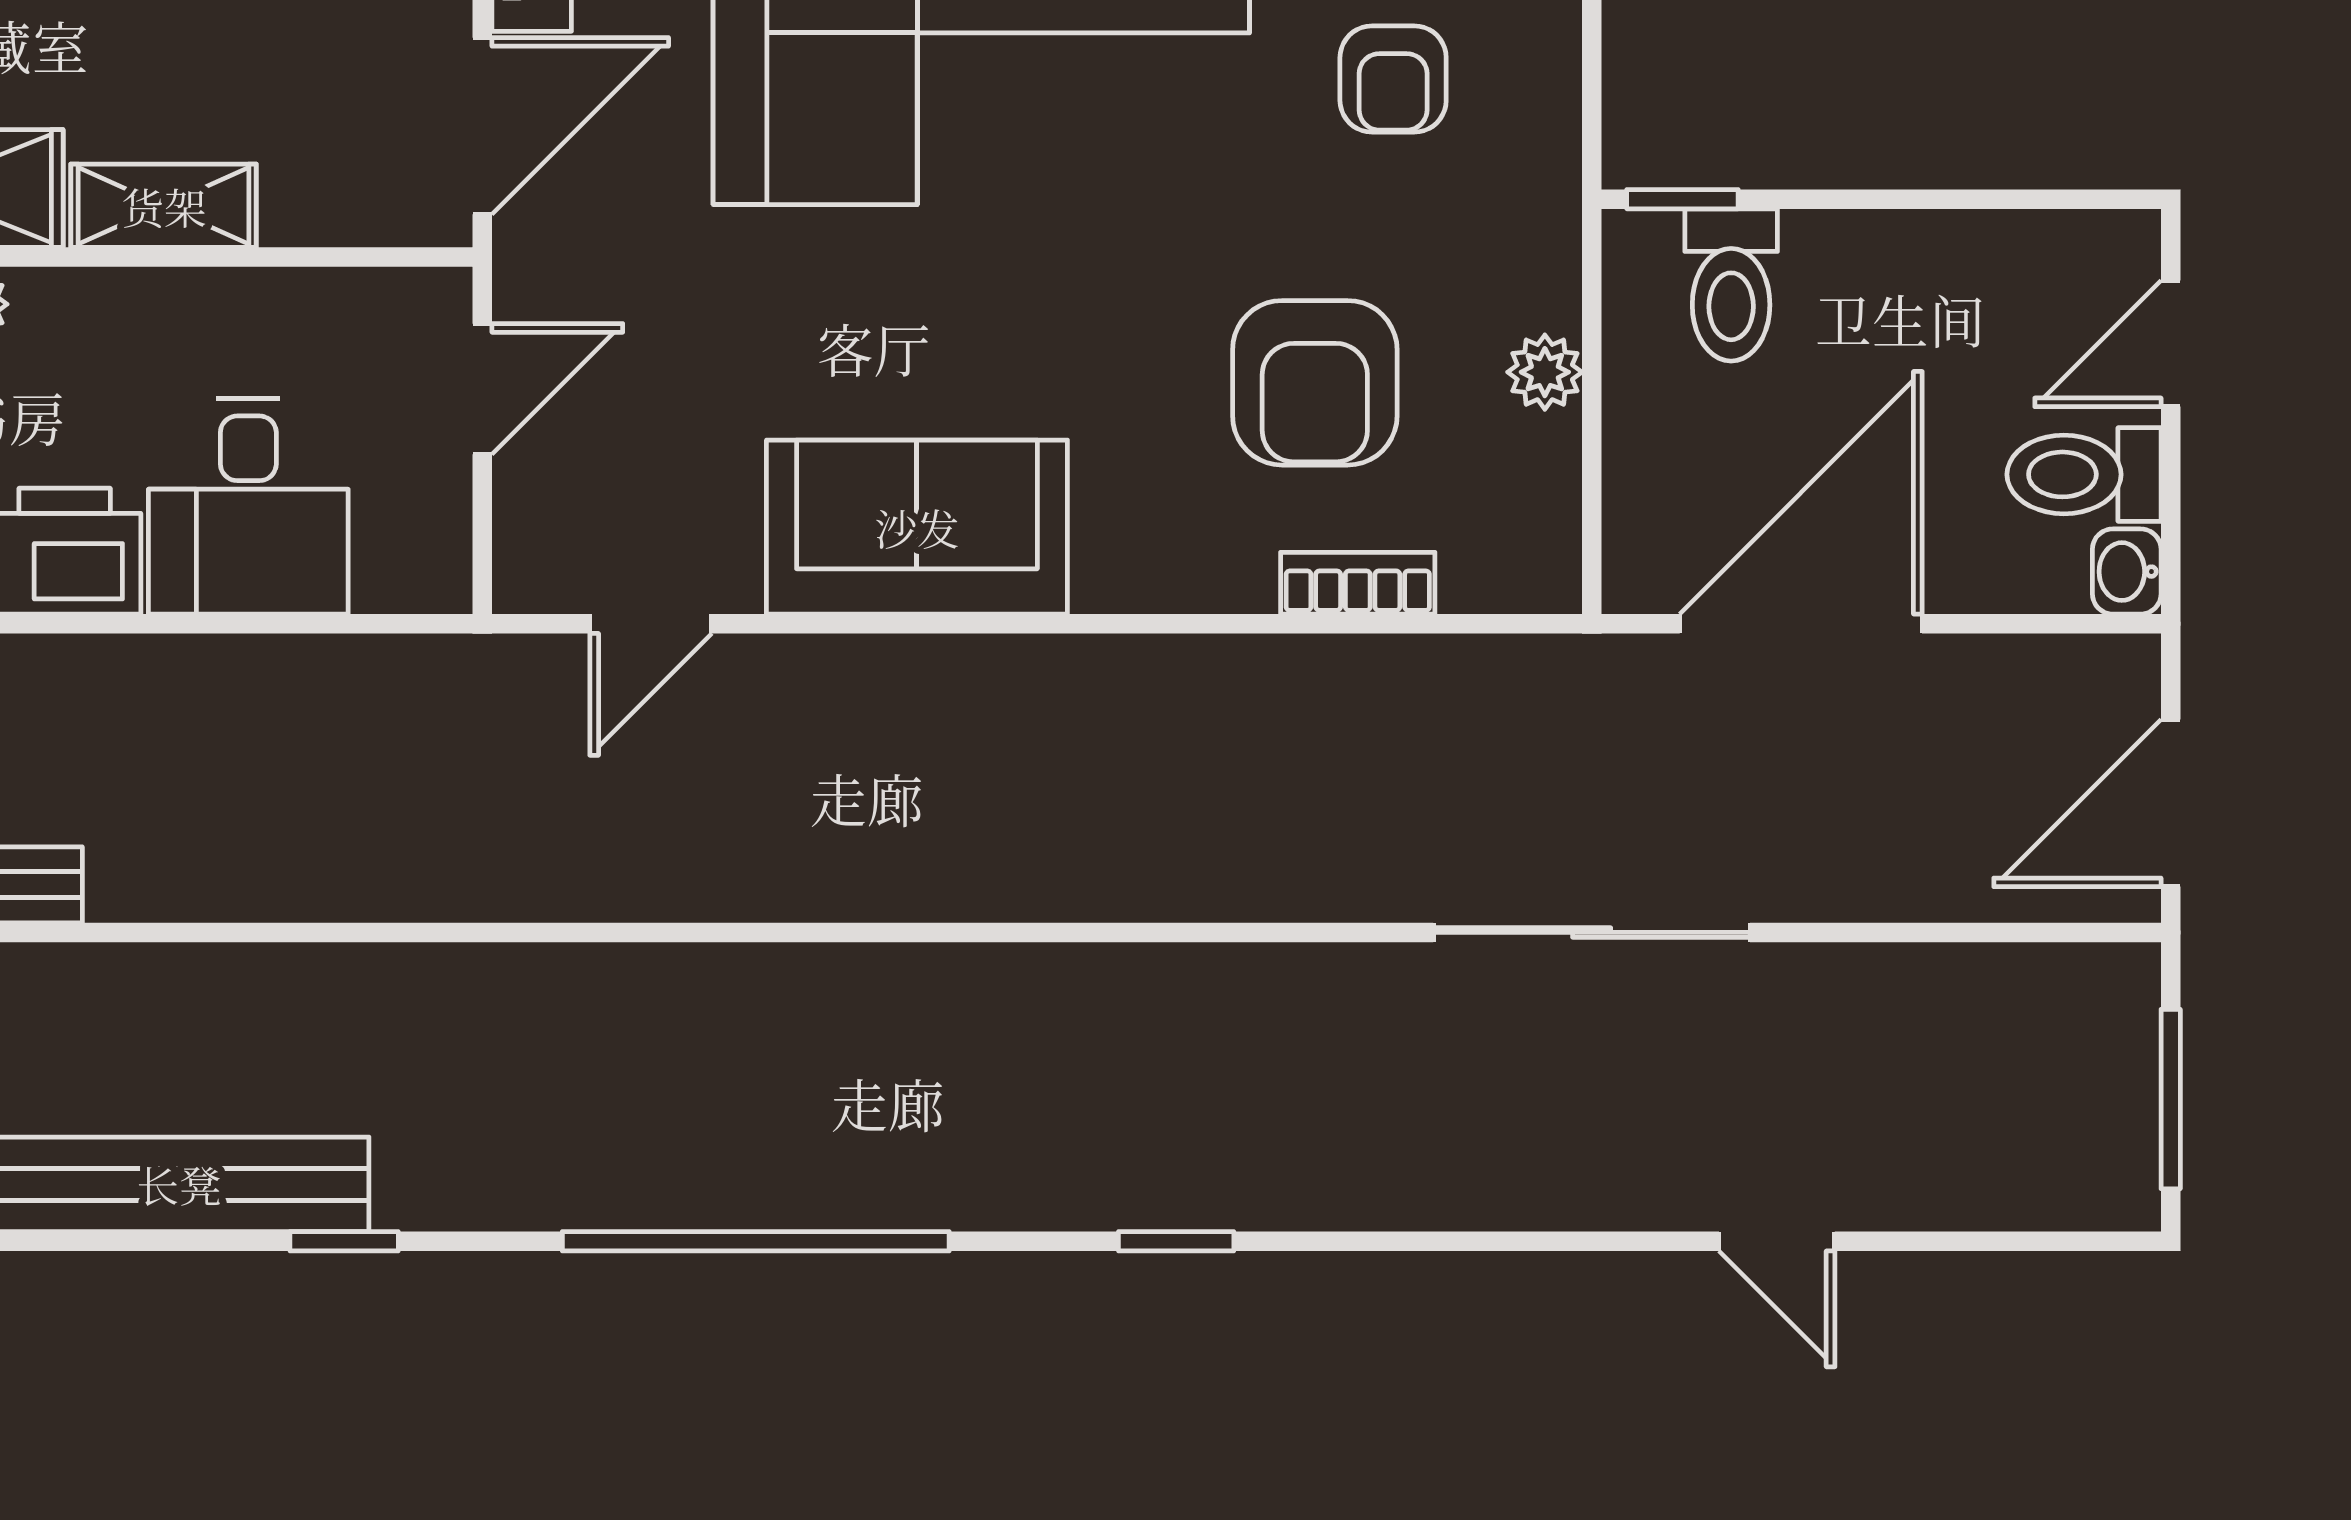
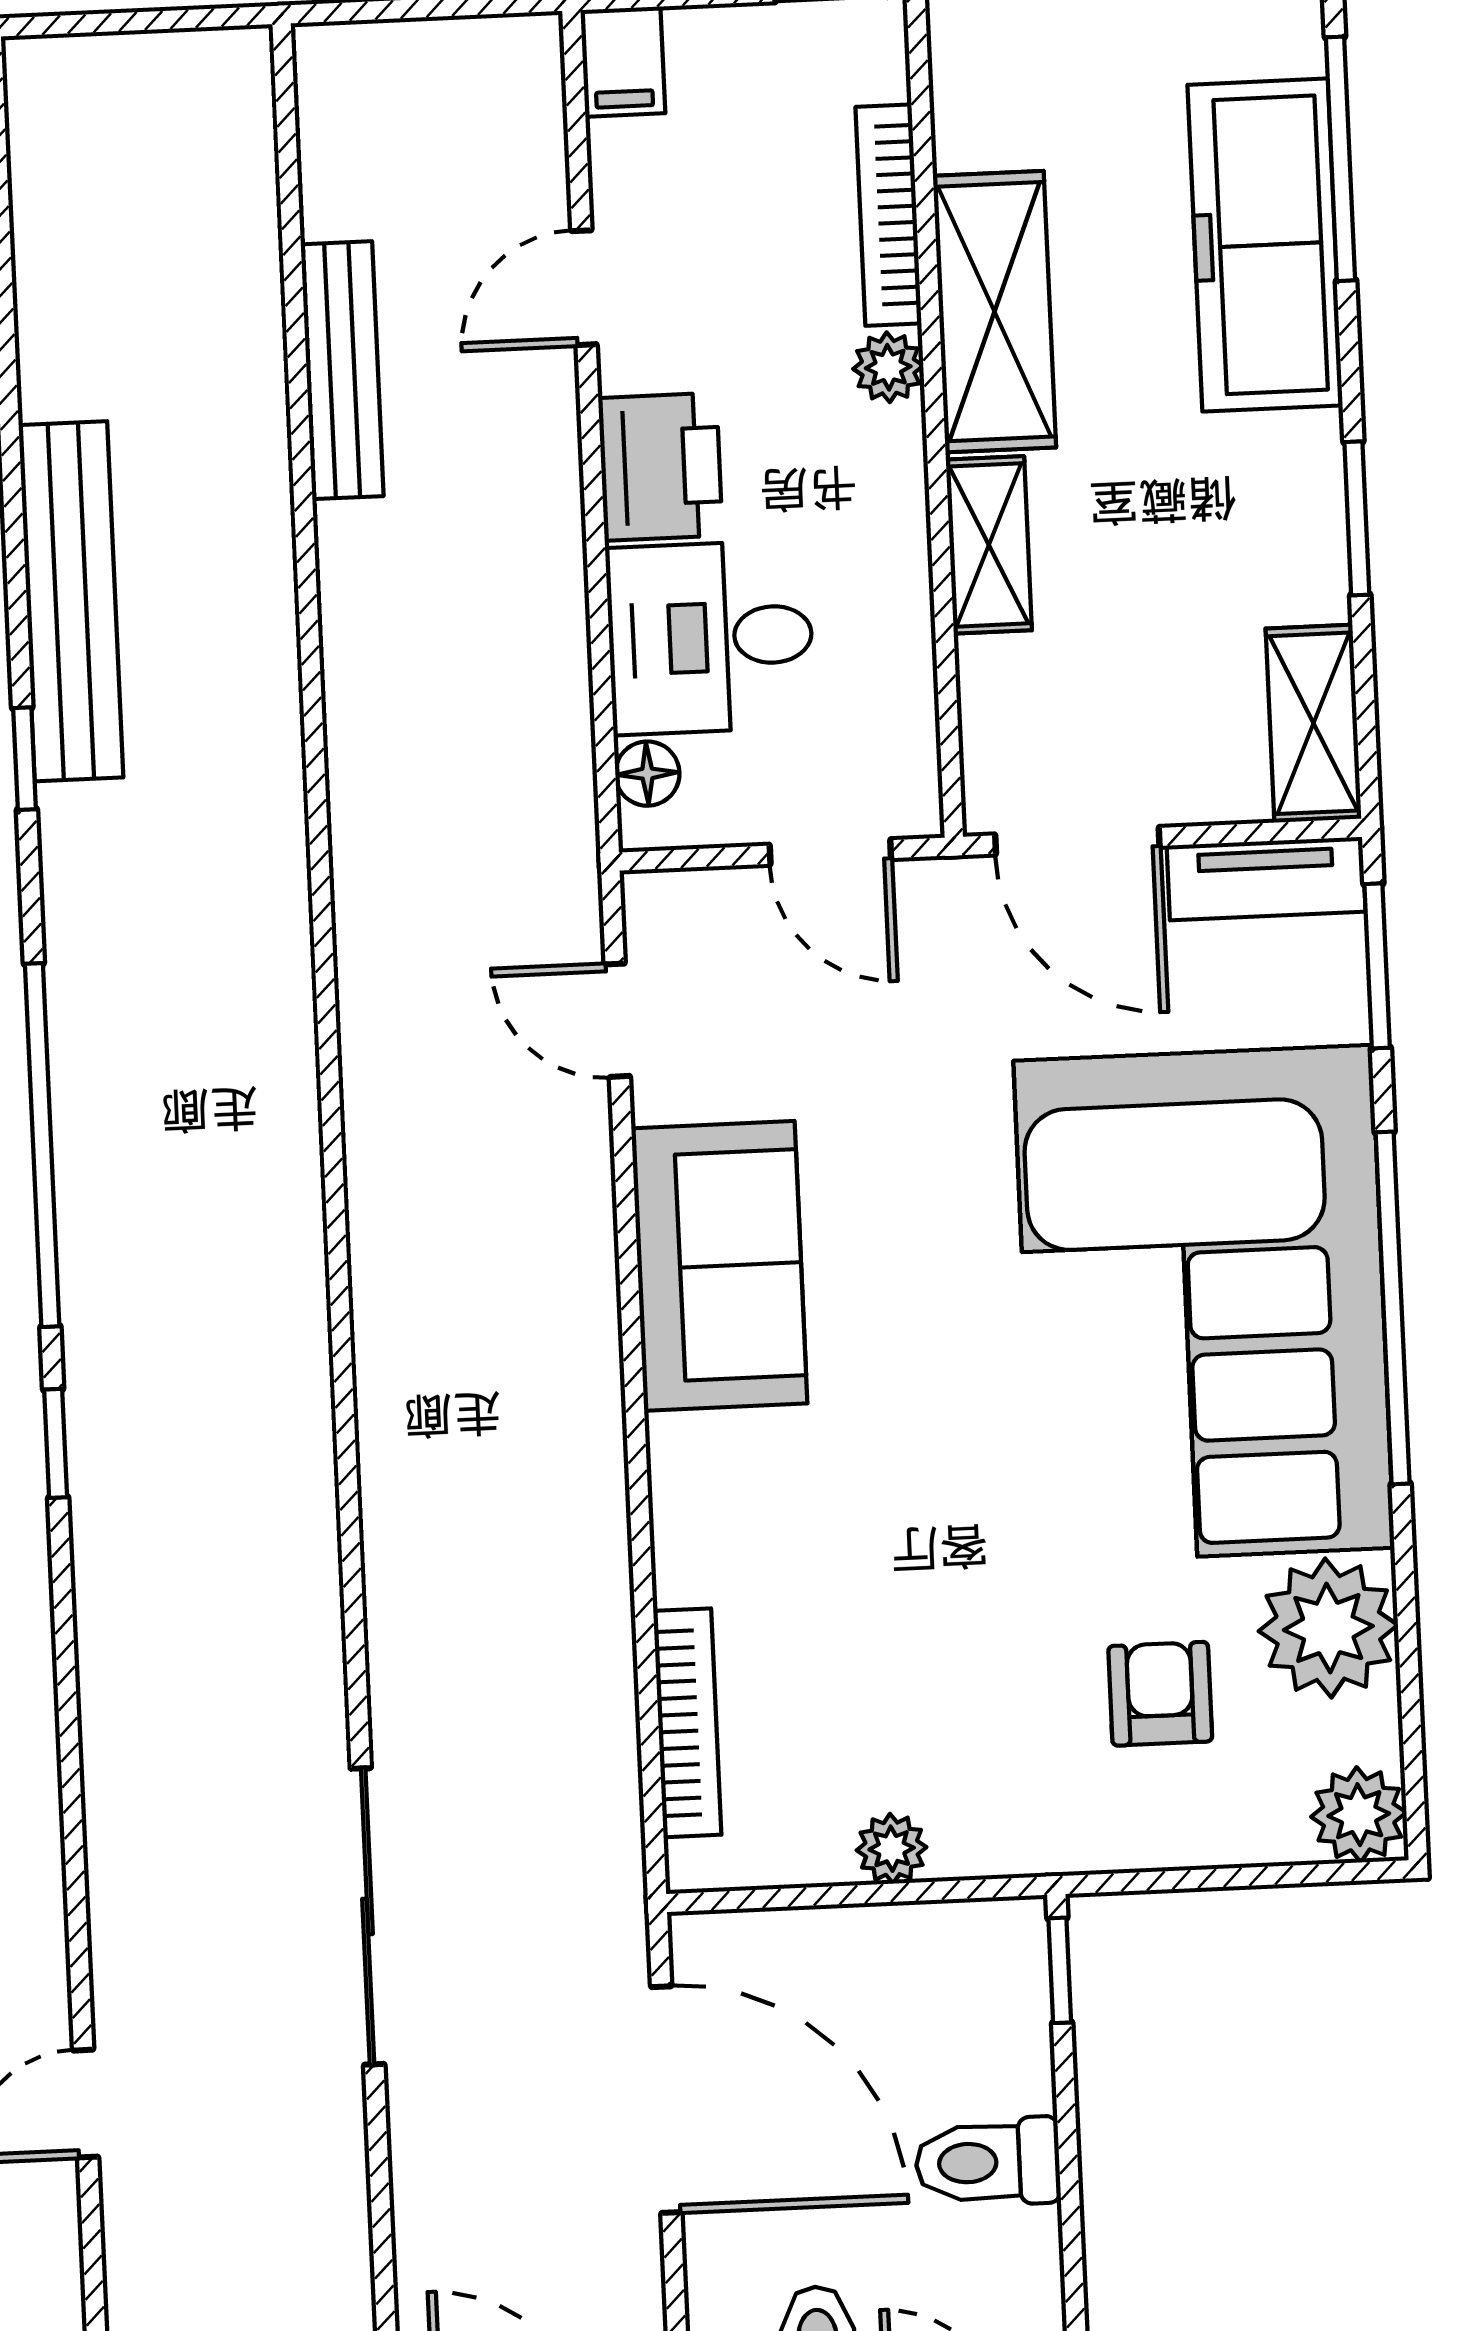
armchair: (1393, 79) -> (1160, 1694), turned 90
toilet: (1731, 285) -> (988, 2162), moved
armchair: (1315, 383) -> (872, 1633), removed
floor lamp: (390, 580) -> (647, 774), added
bookcase: (1358, 583) -> (687, 1723), width x1.56
window: (1176, 1241) -> (56, 1443), moved

